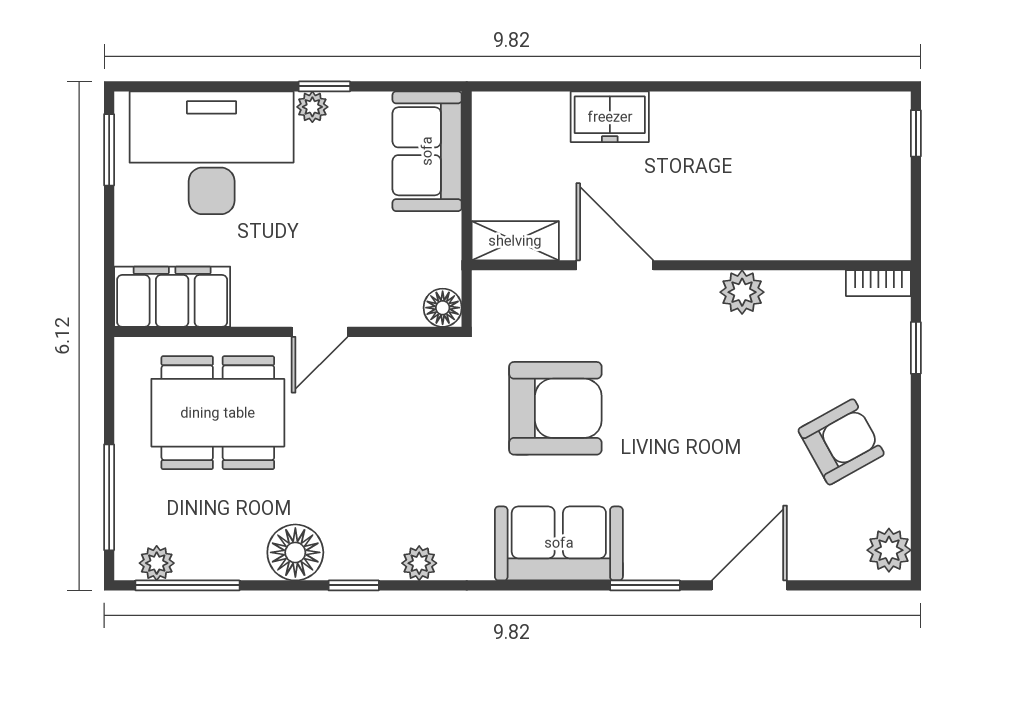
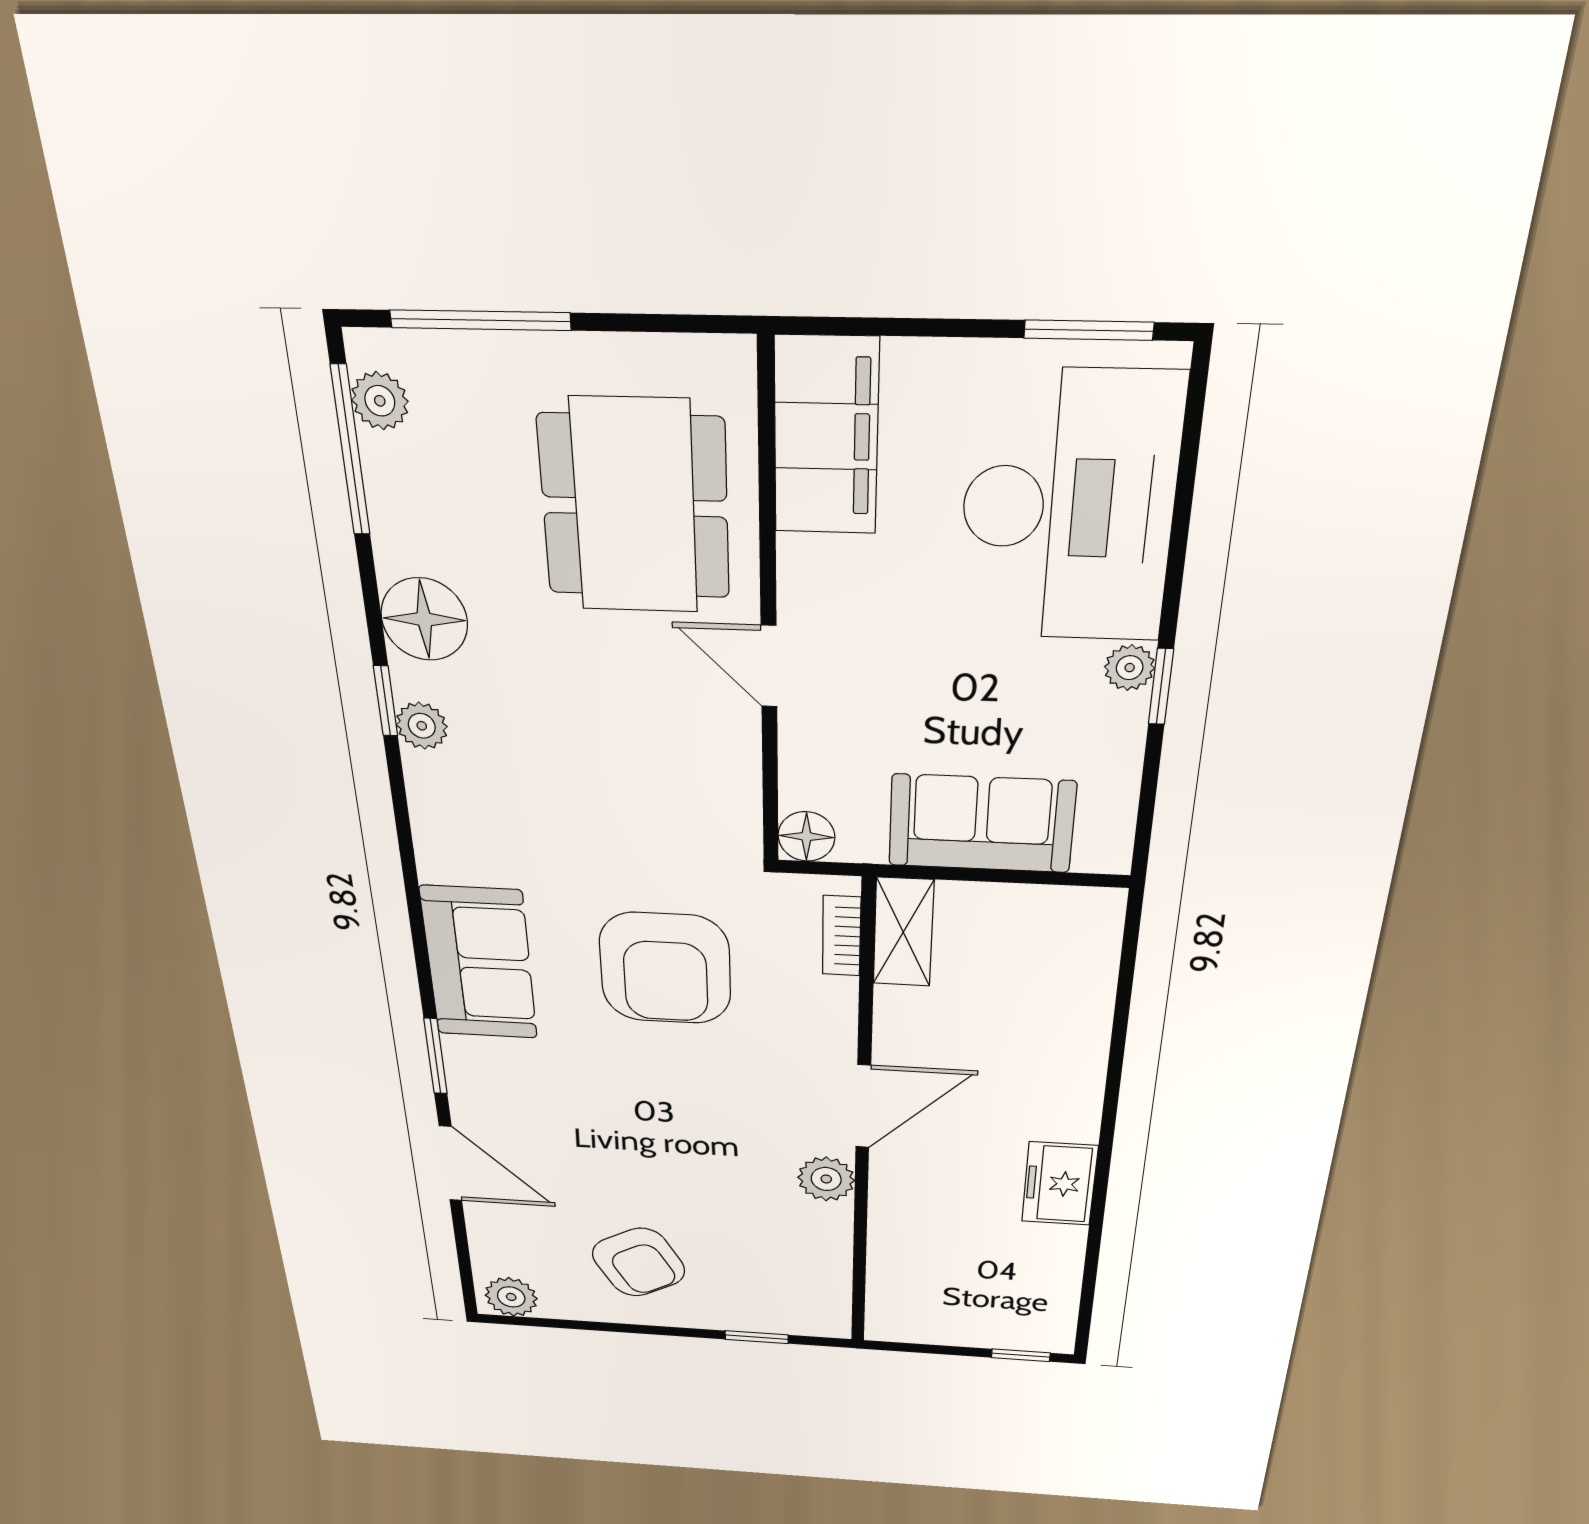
freezer: (610, 117) -> (1059, 1184), moved
sofa: (427, 151) -> (981, 823), moved
door: (615, 265) -> (863, 1106), moved
bookcase: (878, 283) -> (842, 936), moved
plant: (419, 563) -> (422, 726), moved

